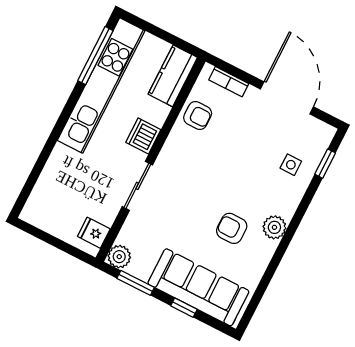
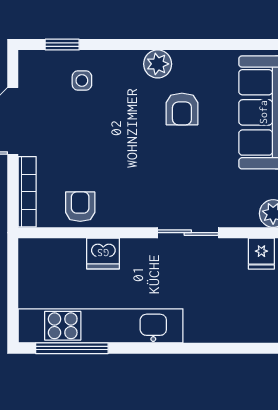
kitchen counter: (173, 76) -> (51, 255), removed
bookcase: (229, 82) -> (27, 192), width x1.56
dishwasher: (143, 136) -> (103, 253), moved

